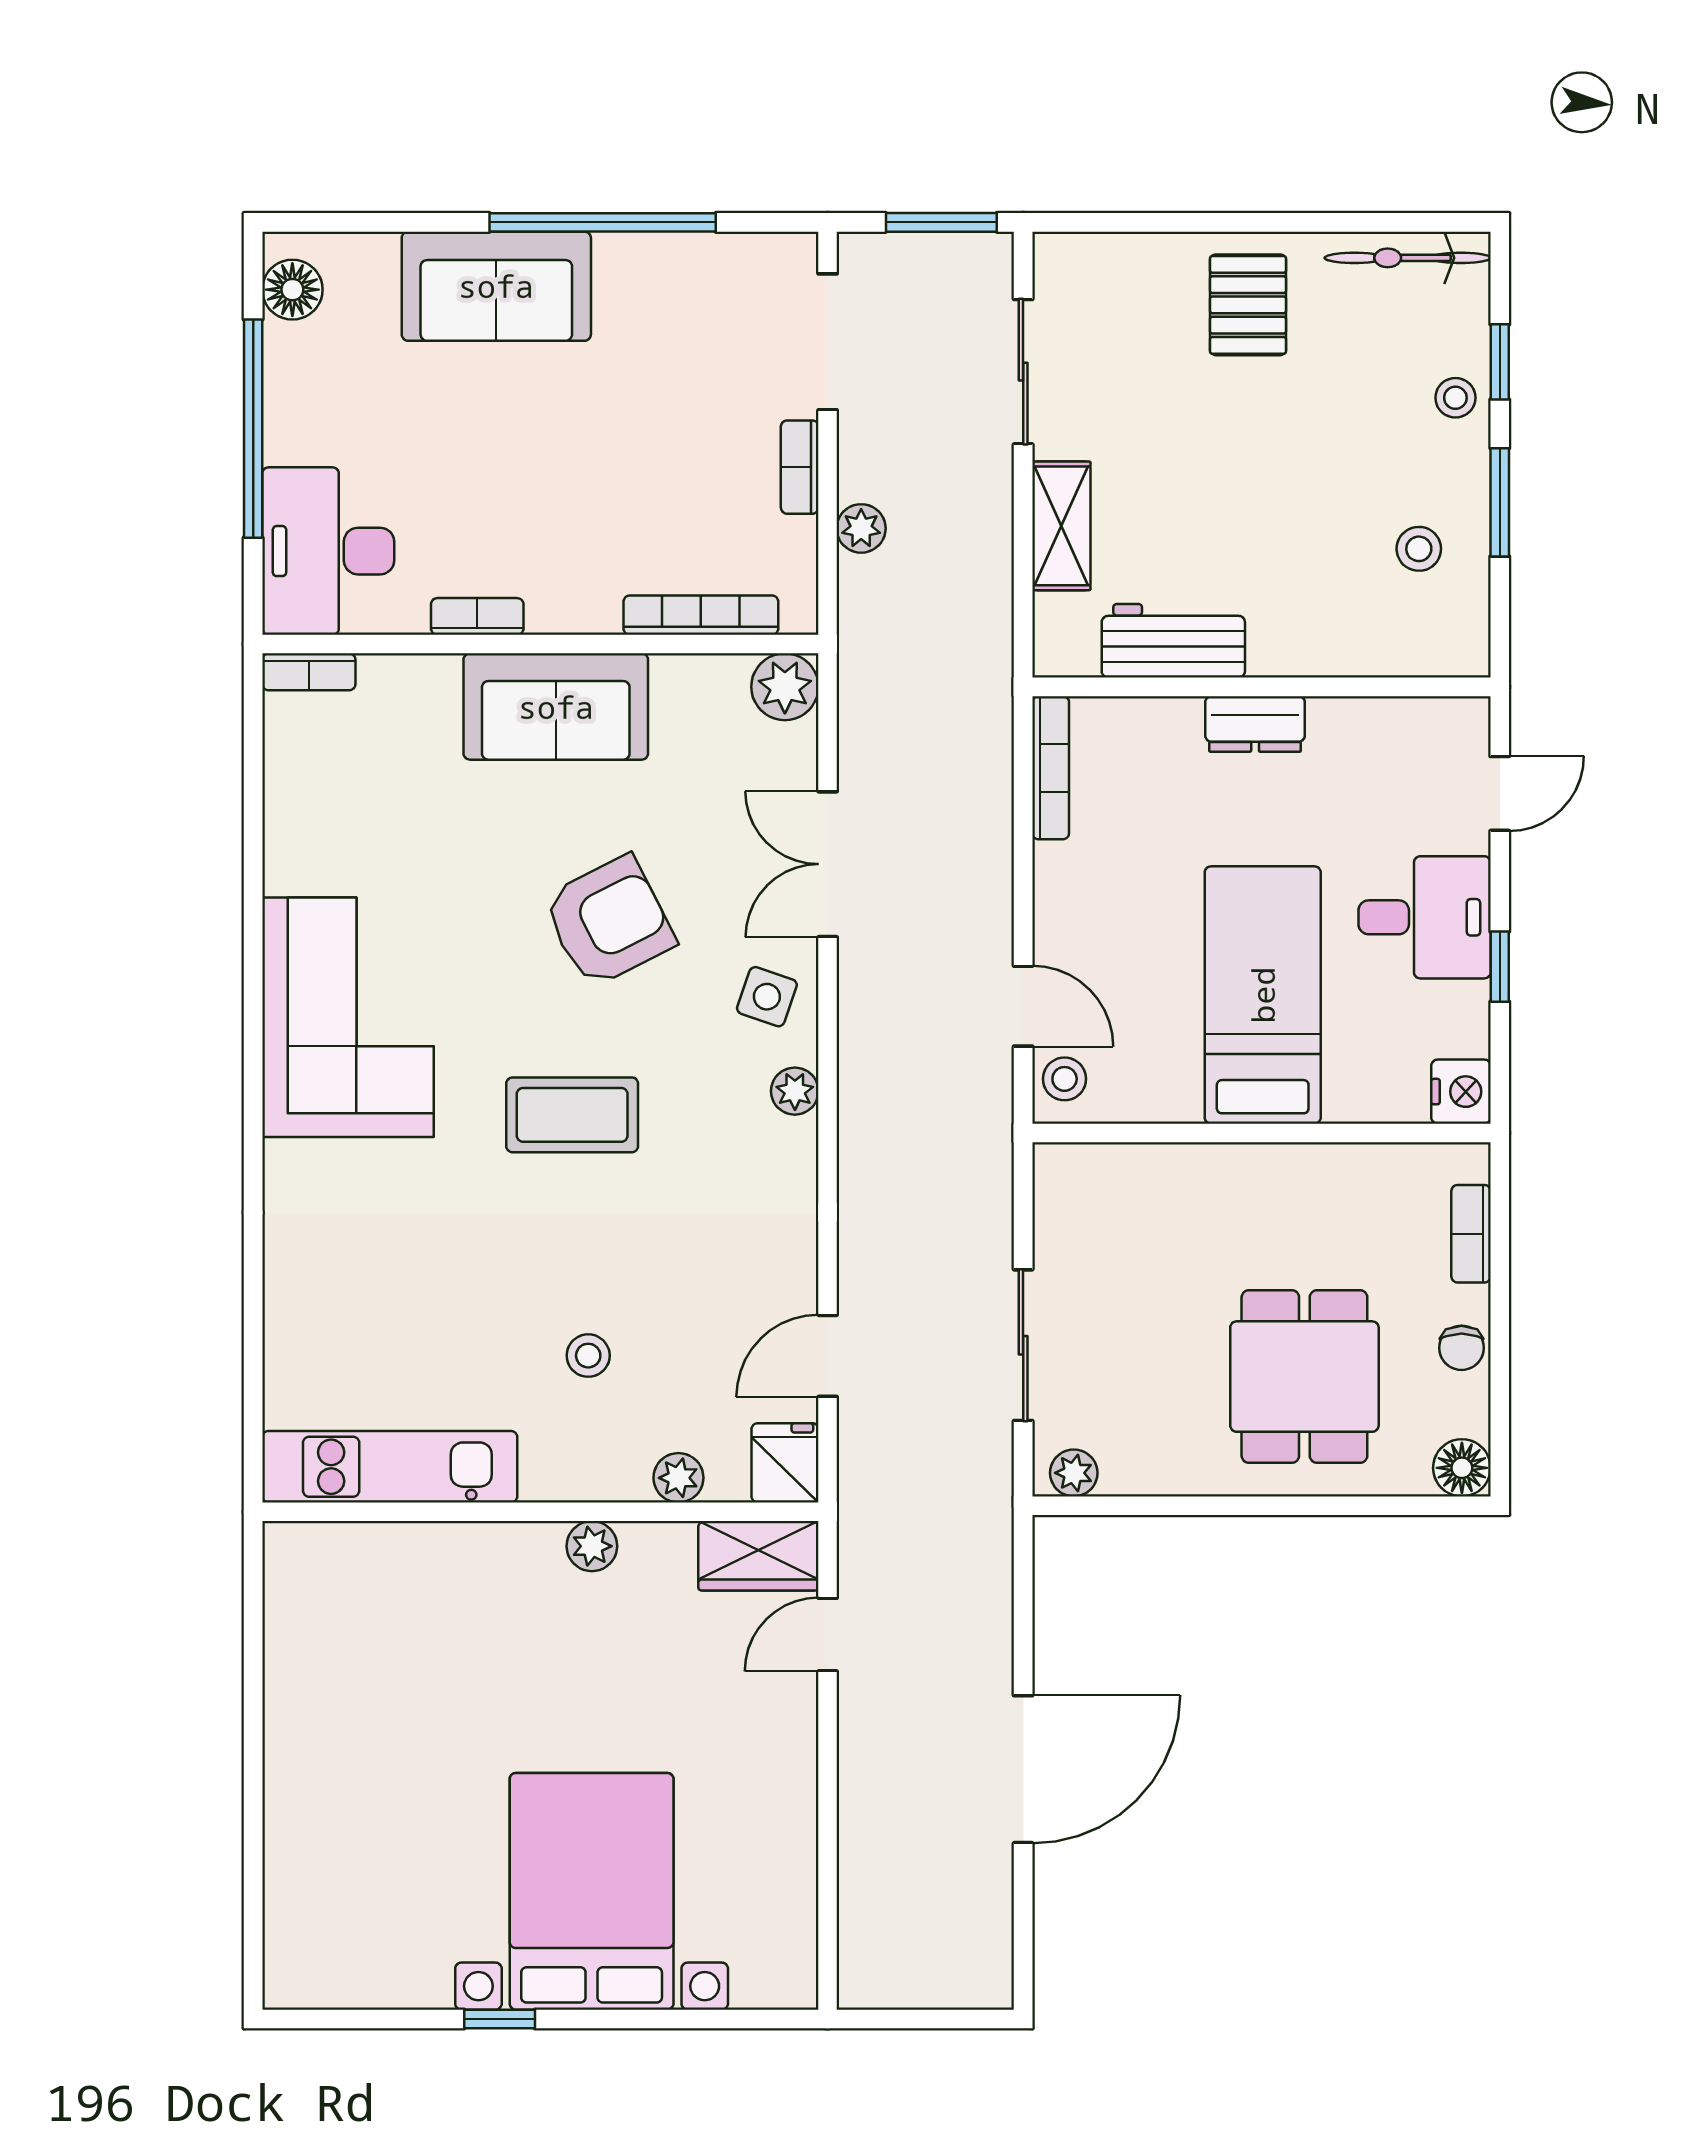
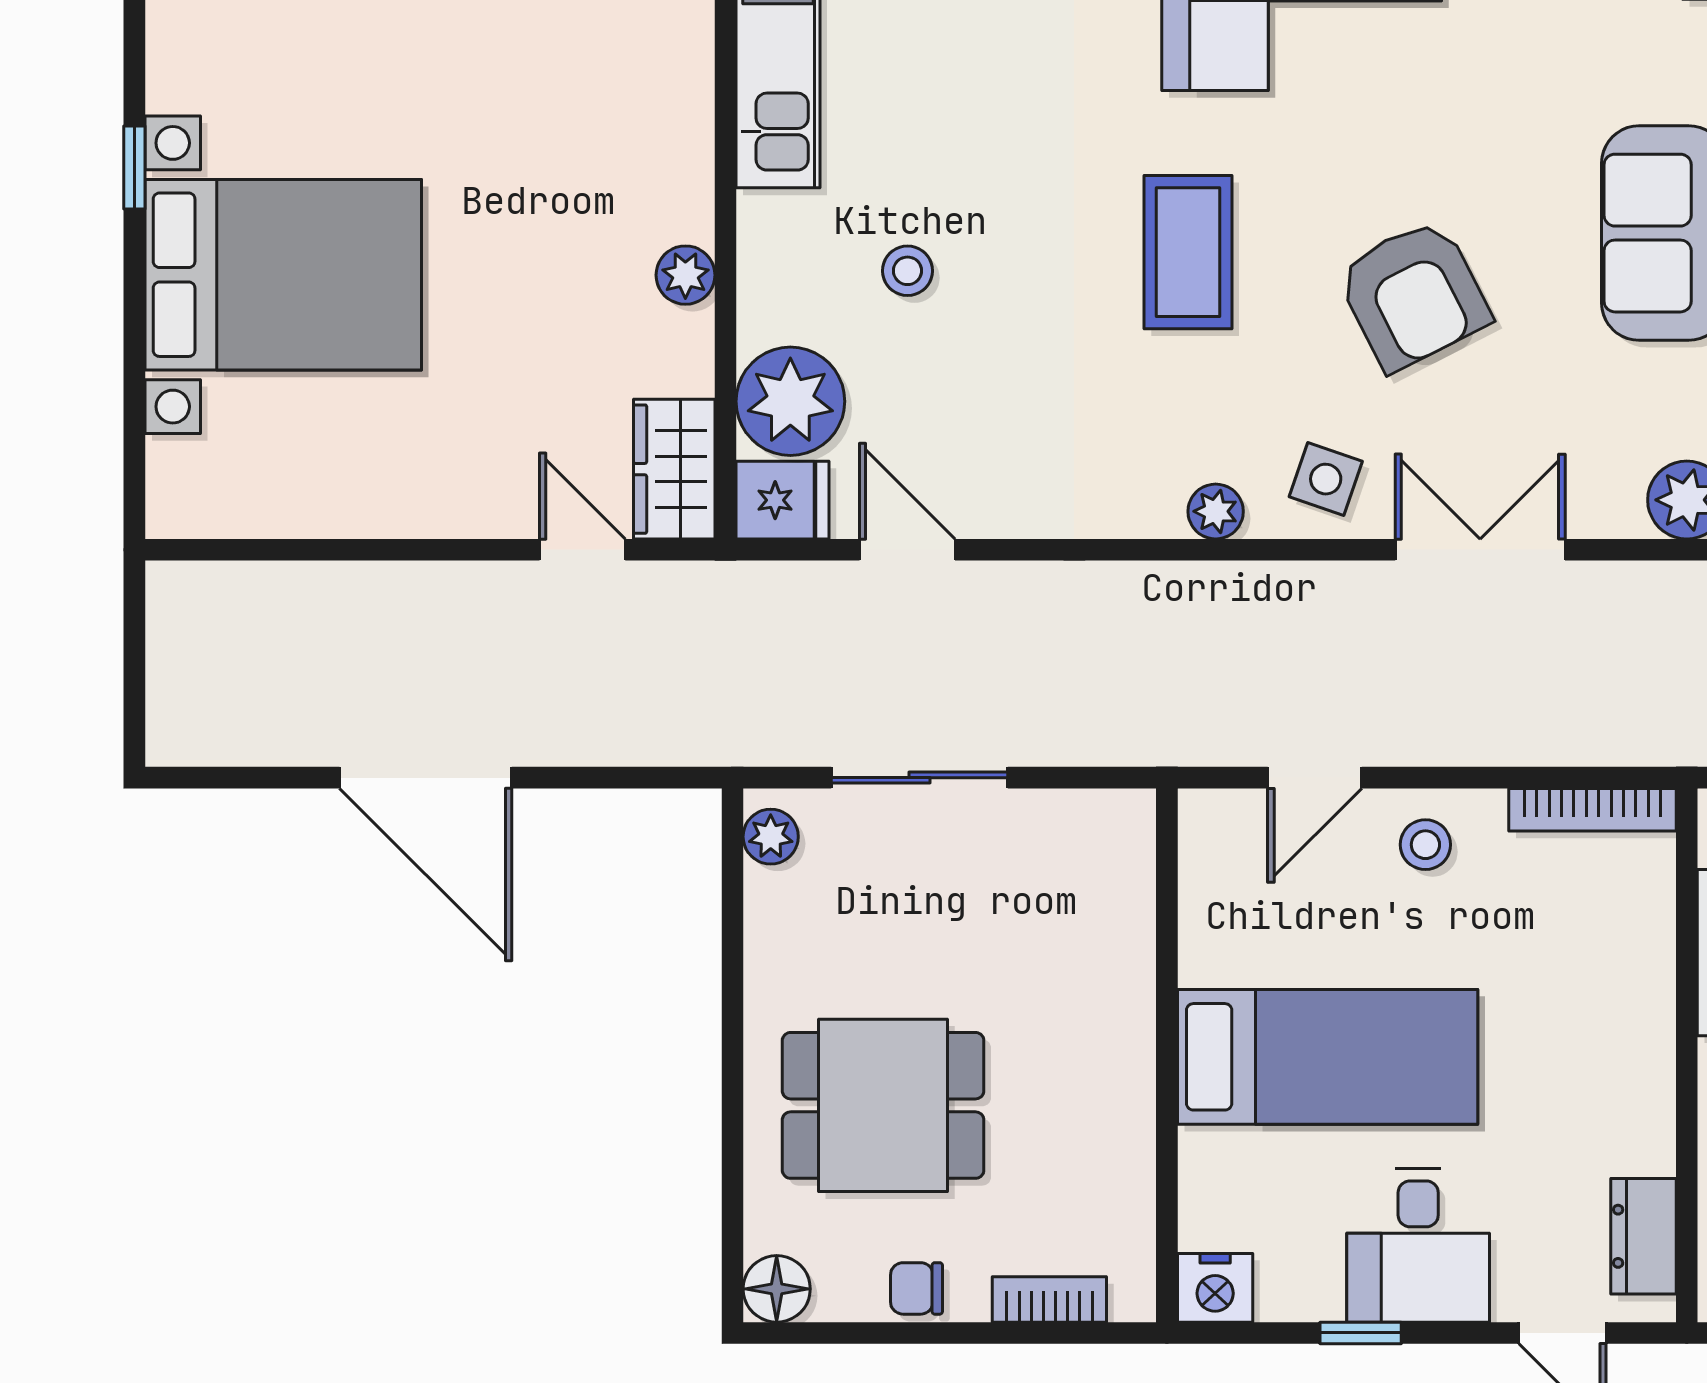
dresser: (1255, 724) -> (1643, 1236), moved
stool: (1065, 1079) -> (1425, 845), moved
plant: (678, 1478) -> (790, 401), width x1.88, depth x1.88

